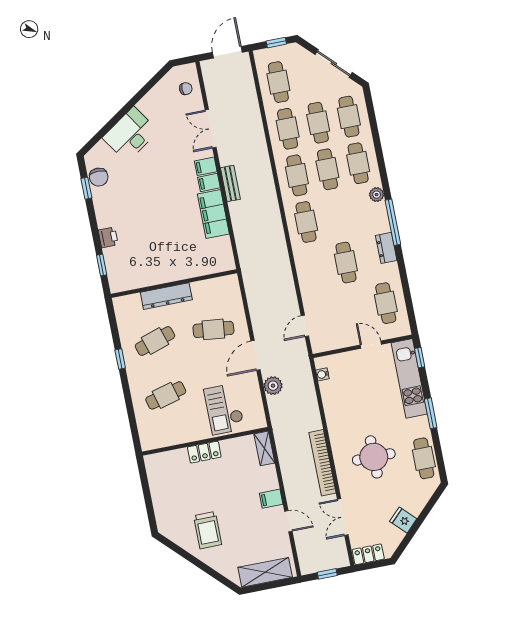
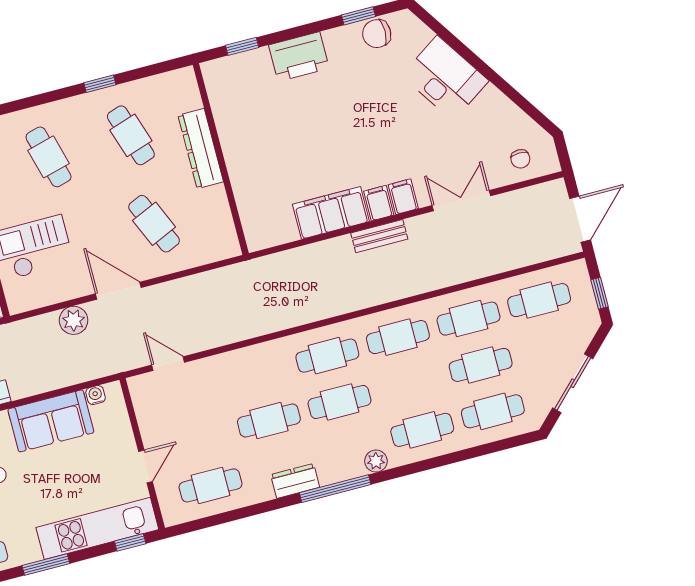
door: (227, 52) -> (580, 219), hinge flipped
cafe table: (327, 169) -> (339, 402), moved
printer: (108, 237) -> (299, 57), width x1.87, depth x1.48
cafe table: (213, 329) -> (154, 224), turned -30
sofa: (337, 404) -> (51, 421), added

